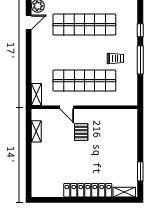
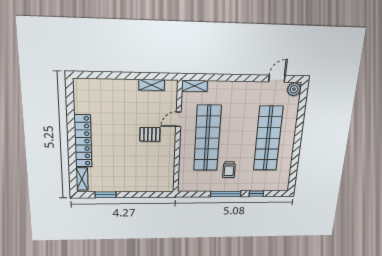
door: (29, 22) -> (277, 79), swing flipped

